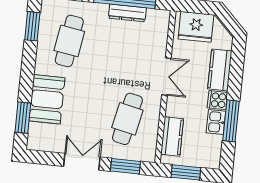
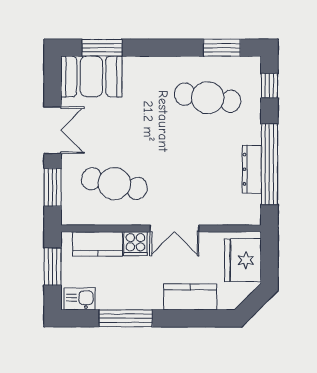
booth: (47, 99) -> (91, 76), moved
cooker: (217, 100) -> (135, 244), moved, turned 180
kitchen sink: (216, 122) -> (80, 299), moved

